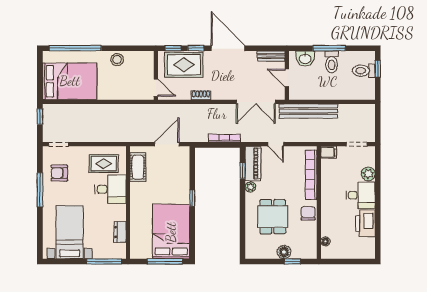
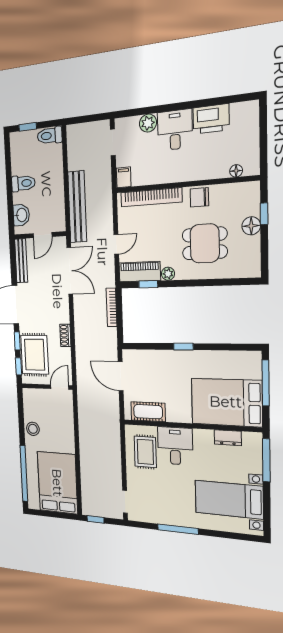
window: (329, 48) -> (9, 188), removed
bench: (271, 56) -> (21, 261), width x1.36
toilet: (364, 71) -> (50, 136), moved, turned 90
armchair: (59, 173) -> (158, 505), removed
bed: (171, 232) -> (226, 402), moved

